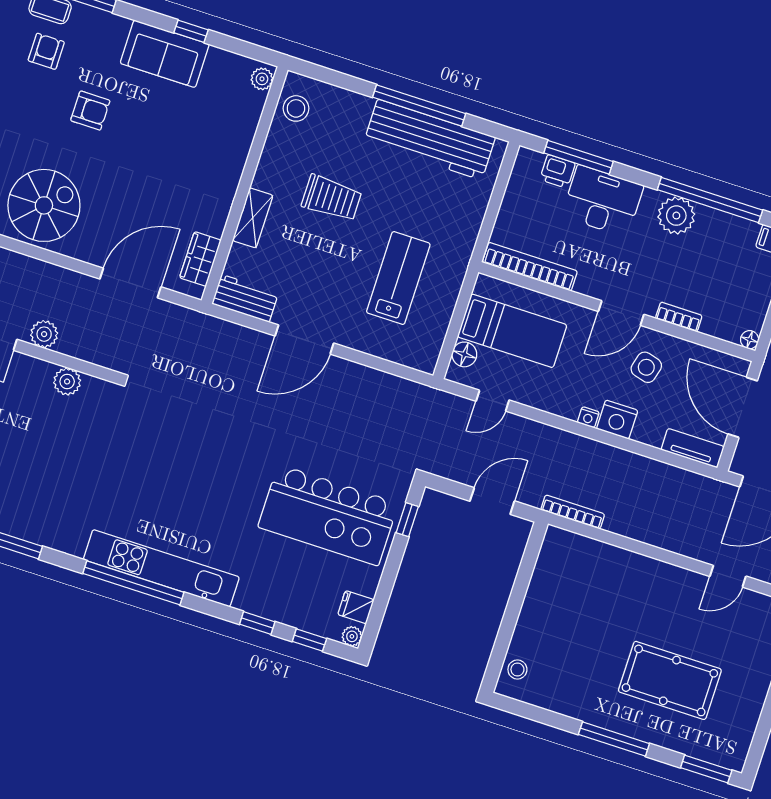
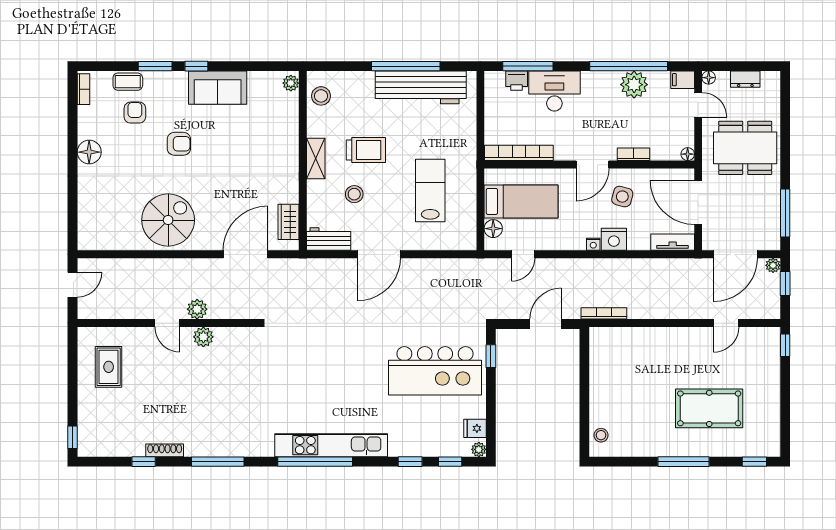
window: (191, 31) -> (196, 66), moved
plant: (676, 216) -> (634, 85), moved
shelving: (253, 218) -> (316, 158), moved
stool: (298, 251) -> (354, 194), added
plant: (67, 382) -> (203, 337), moved
window: (706, 769) -> (754, 462), width x0.67

